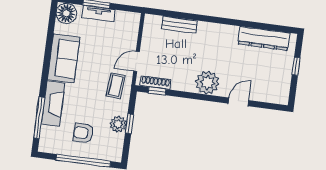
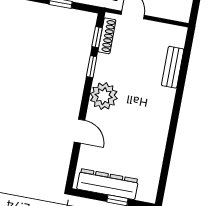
dresser: (264, 39) -> (108, 184), moved, turned 90
window: (183, 94) -> (92, 67), added

